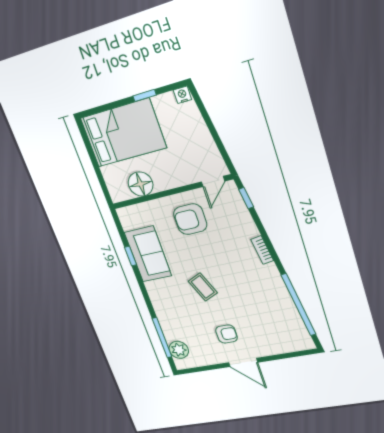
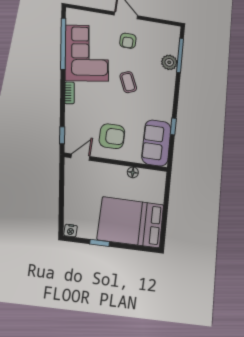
floor lamp: (141, 184) -> (133, 172), width x0.53, depth x0.53
sofa: (148, 254) -> (156, 143), moved
corner sofa: (266, 304) -> (87, 53), added
armchair: (227, 334) -> (128, 41), turned -90
plant: (179, 350) -> (169, 62), moved

